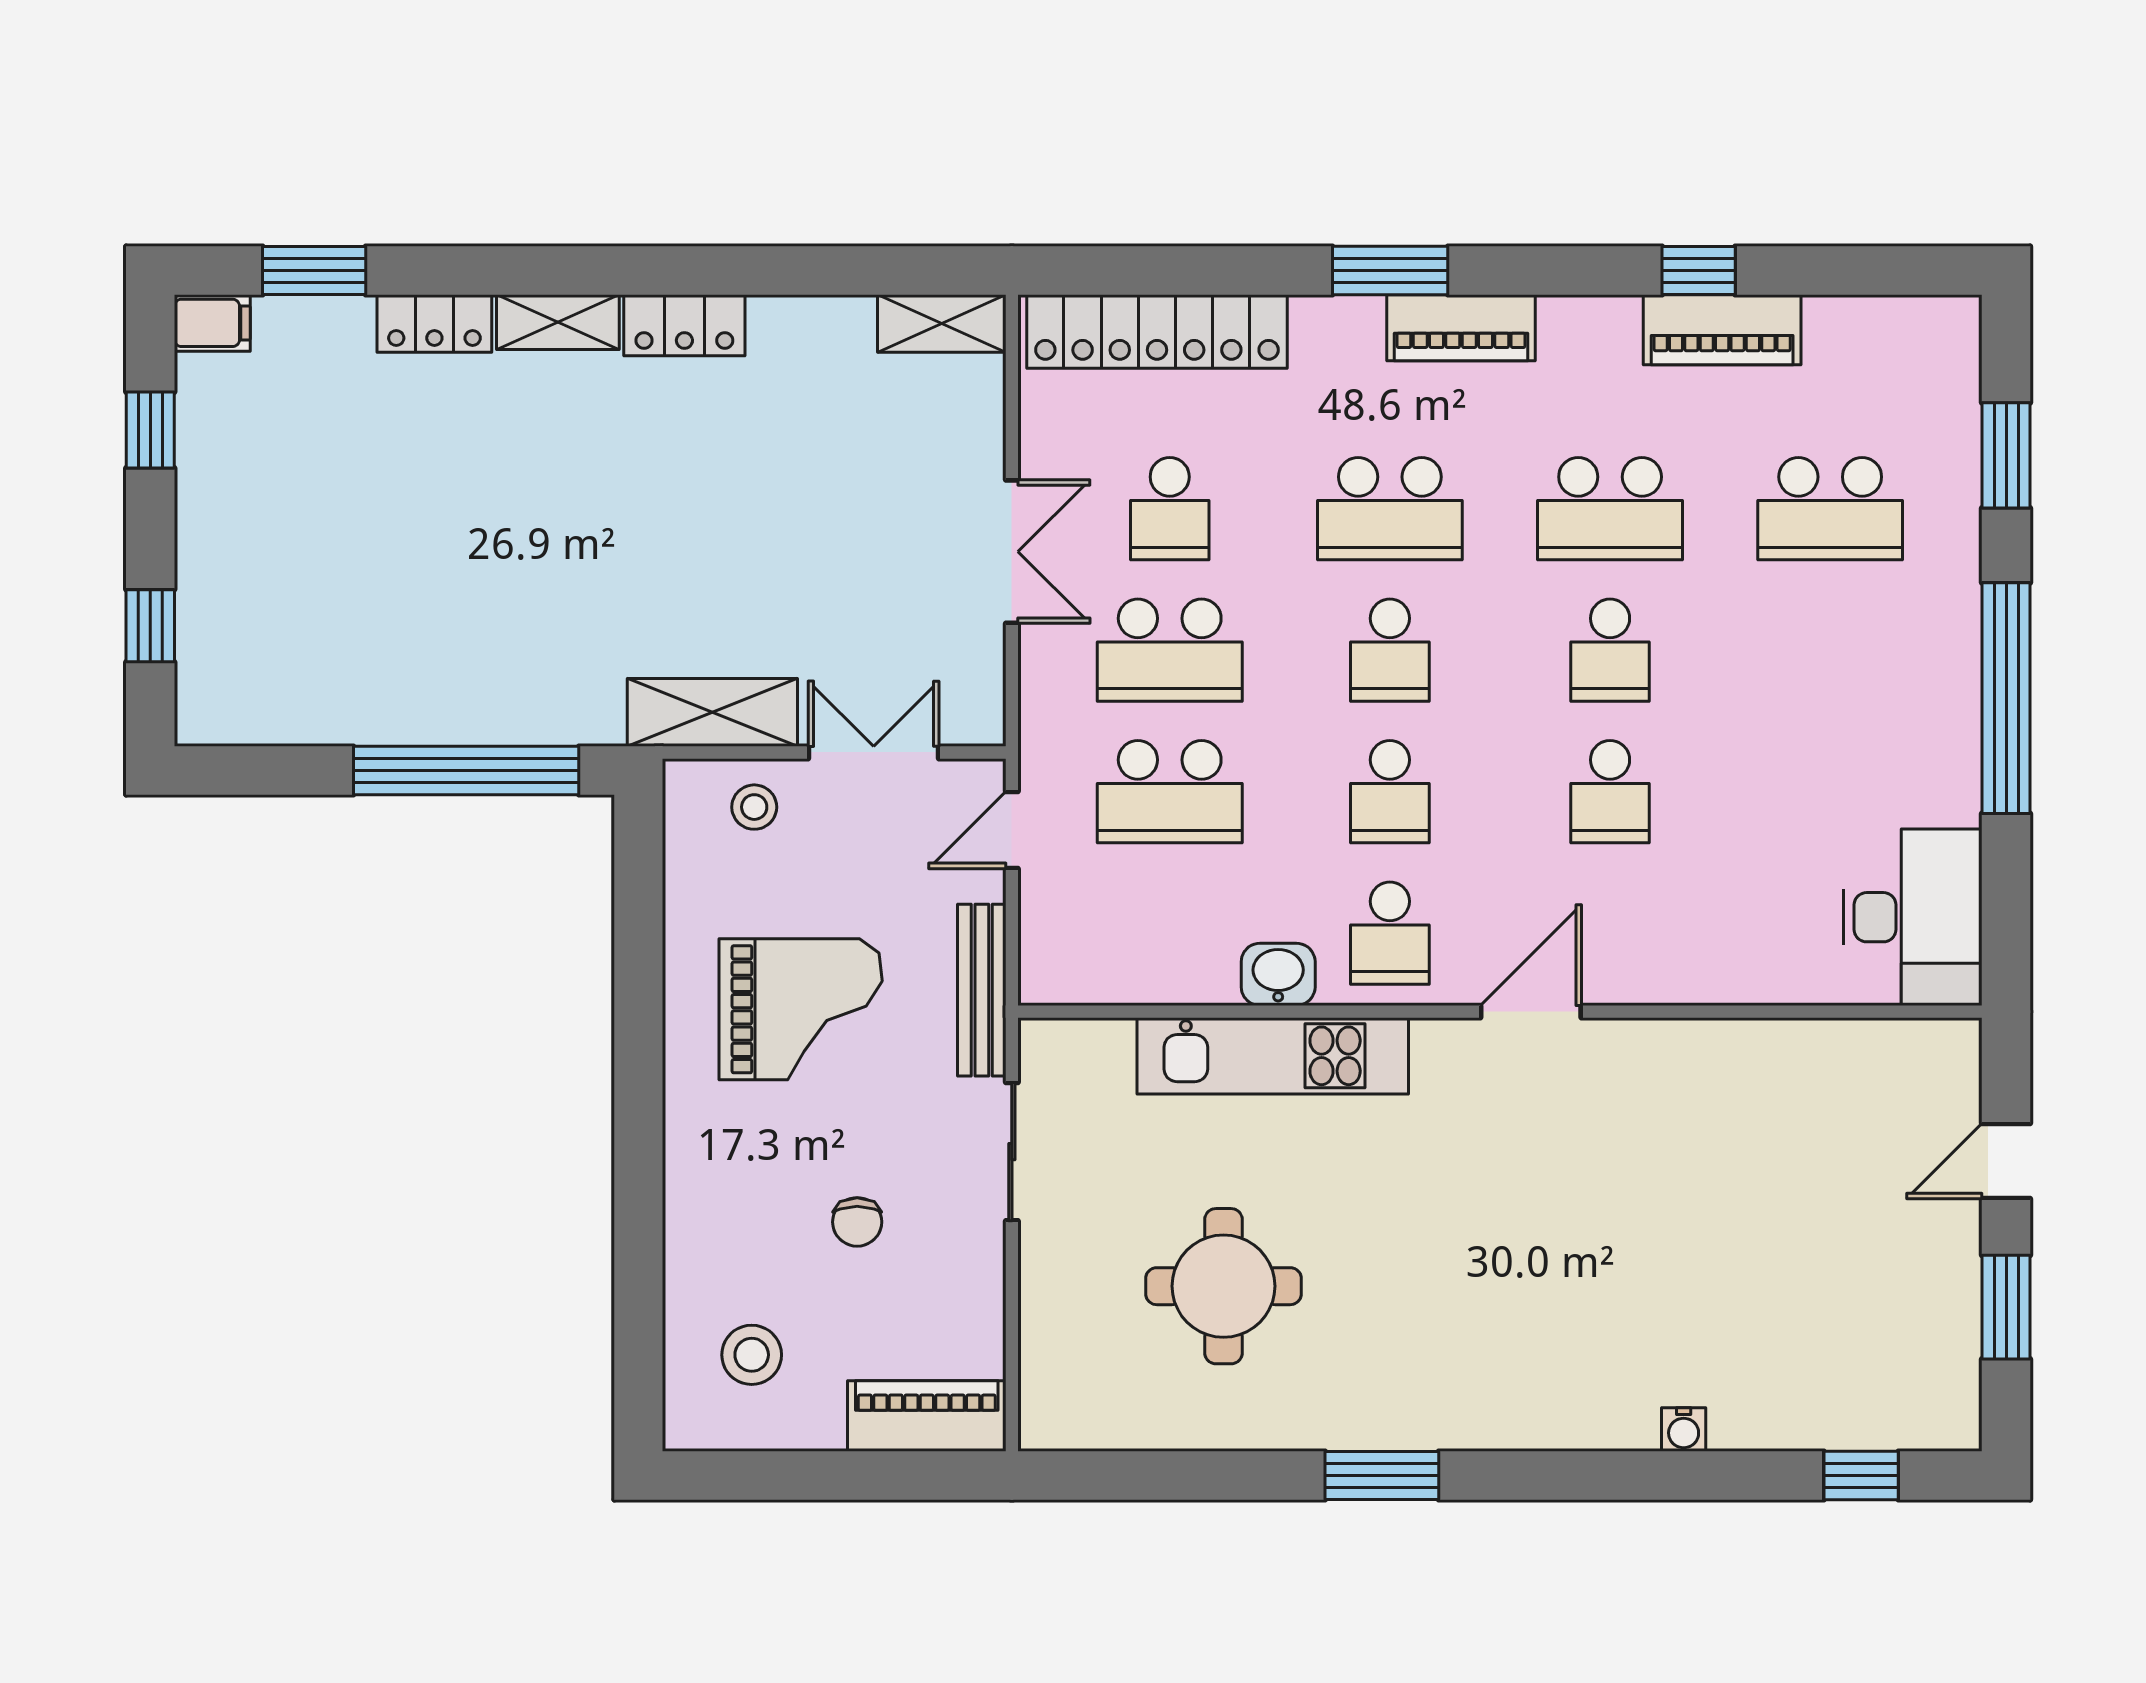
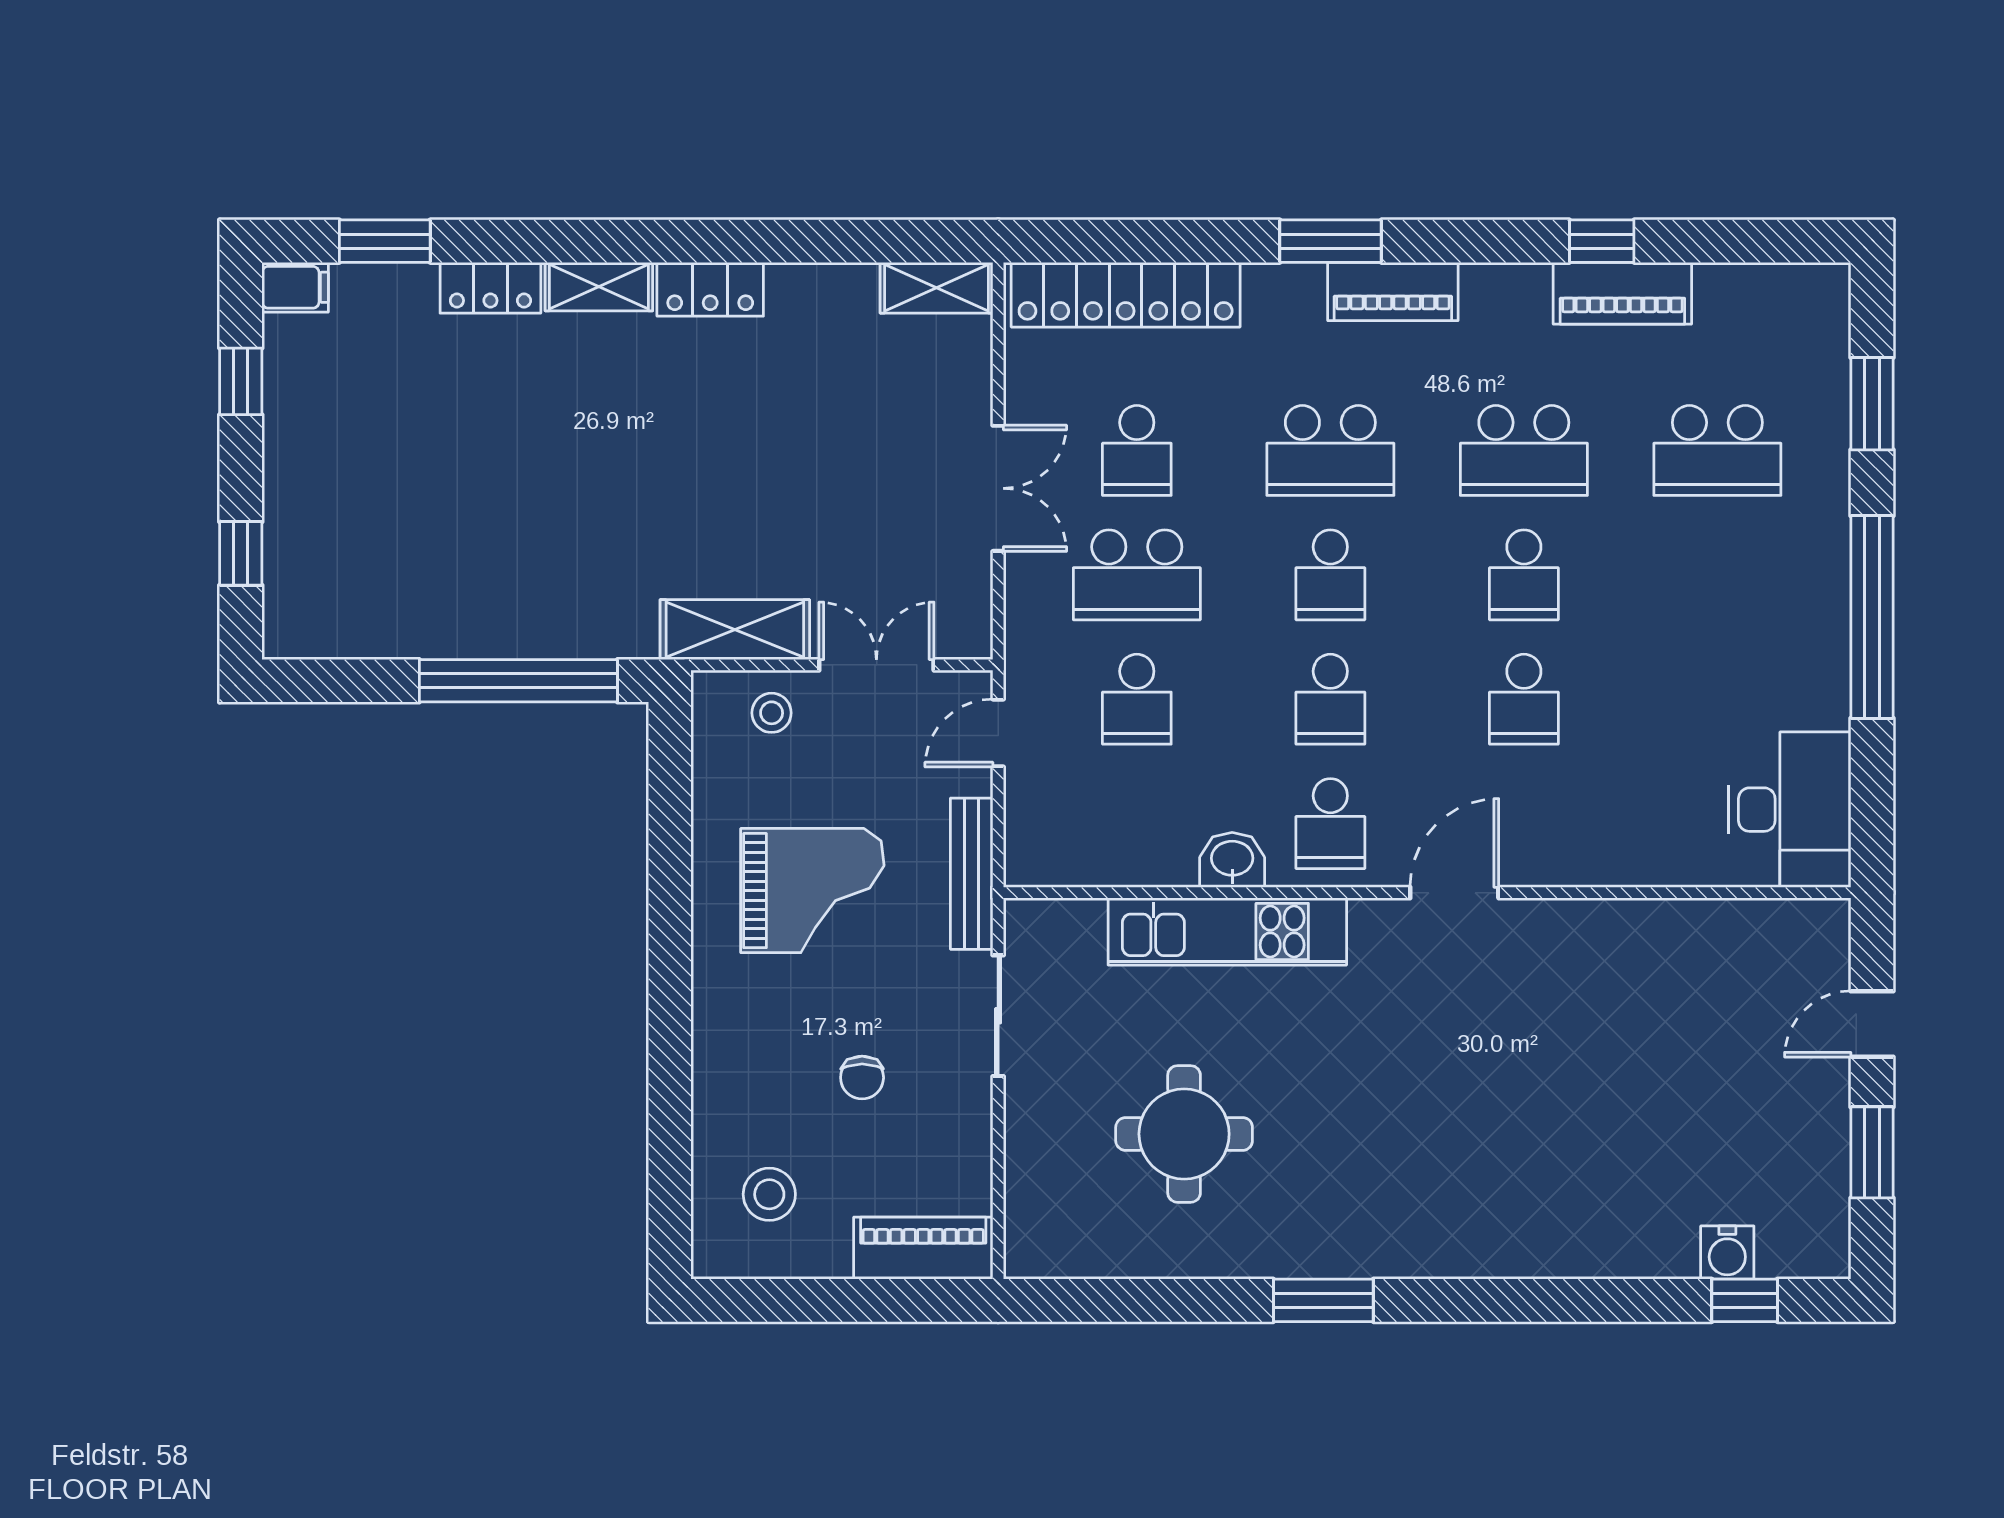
school desk: (1170, 792) -> (1137, 699), width x0.54
water cooler: (1684, 1429) -> (1727, 1253), moved, width x1.38, depth x1.38

